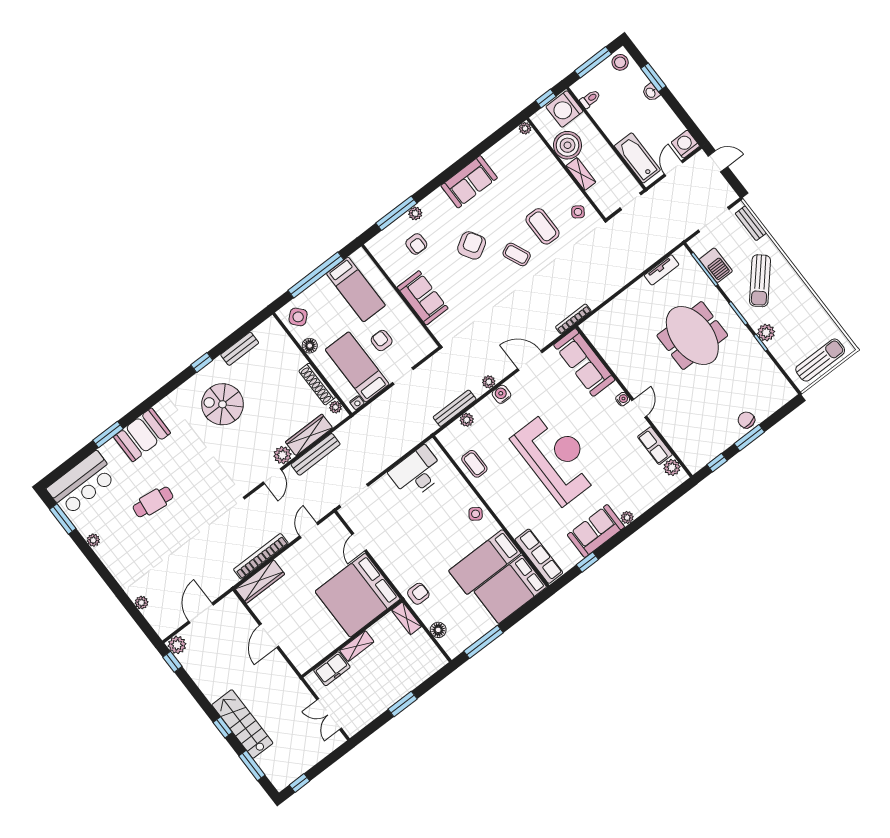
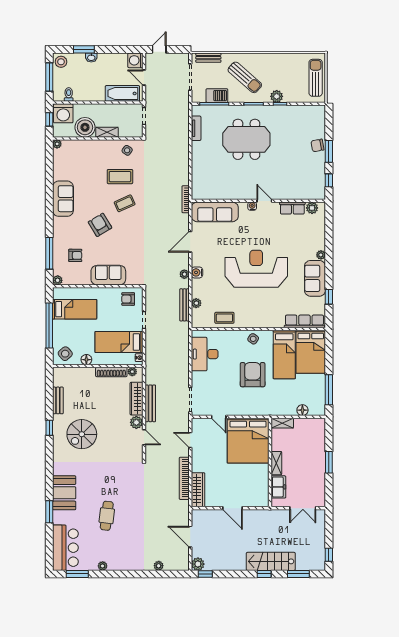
plant: (415, 213) -> (58, 280), moved
armchair: (382, 341) -> (128, 299), moved
armchair: (418, 594) -> (253, 375), moved, width x1.88, depth x1.88

